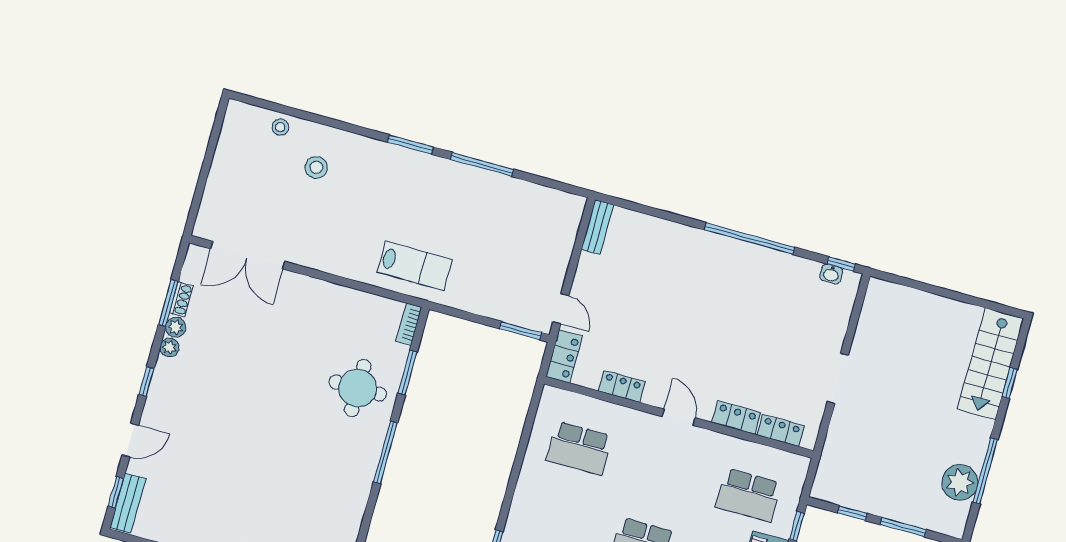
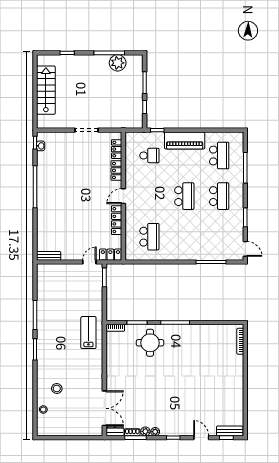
dresser: (194, 264) -> (115, 431), added
stairs: (991, 364) -> (46, 90), moved, turned -90
locker: (622, 386) -> (117, 220), width x1.53
school desk: (748, 495) -> (149, 155), width x0.54

